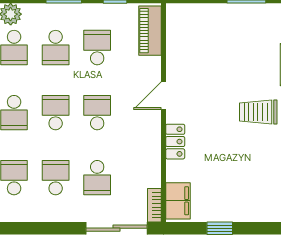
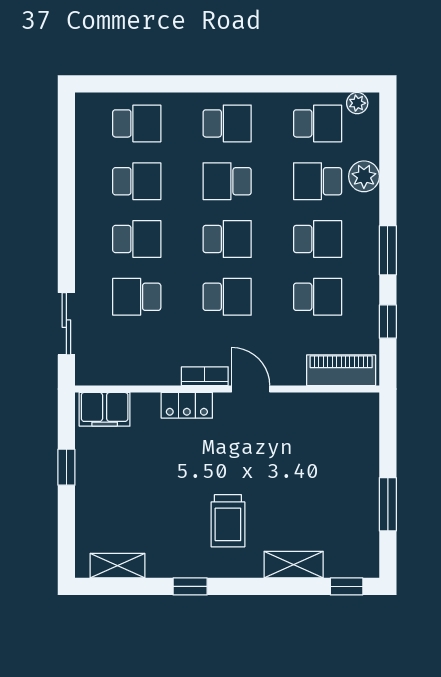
school desk: (56, 48) -> (318, 239), turned 180
trolley: (258, 112) -> (228, 521), turned 180
bookcase: (154, 205) -> (205, 376), moved
sliding door: (117, 228) -> (66, 324), width x0.73

